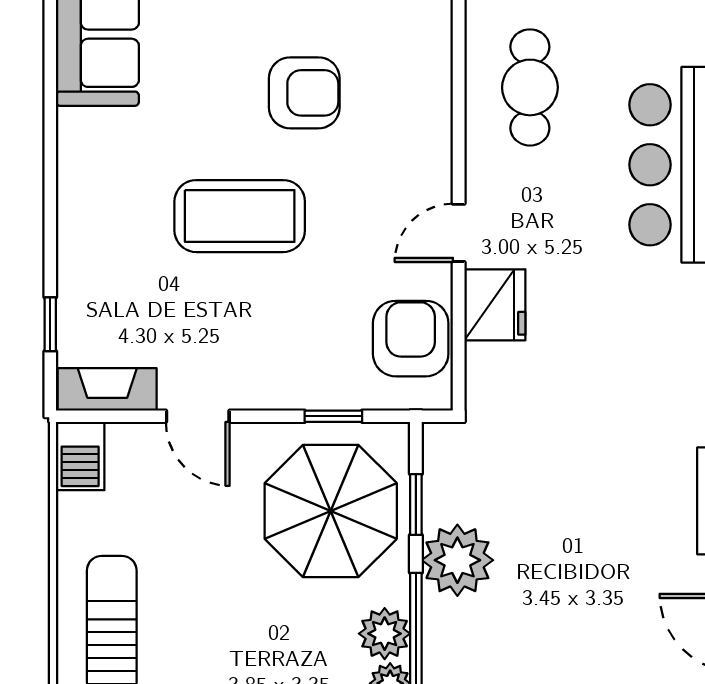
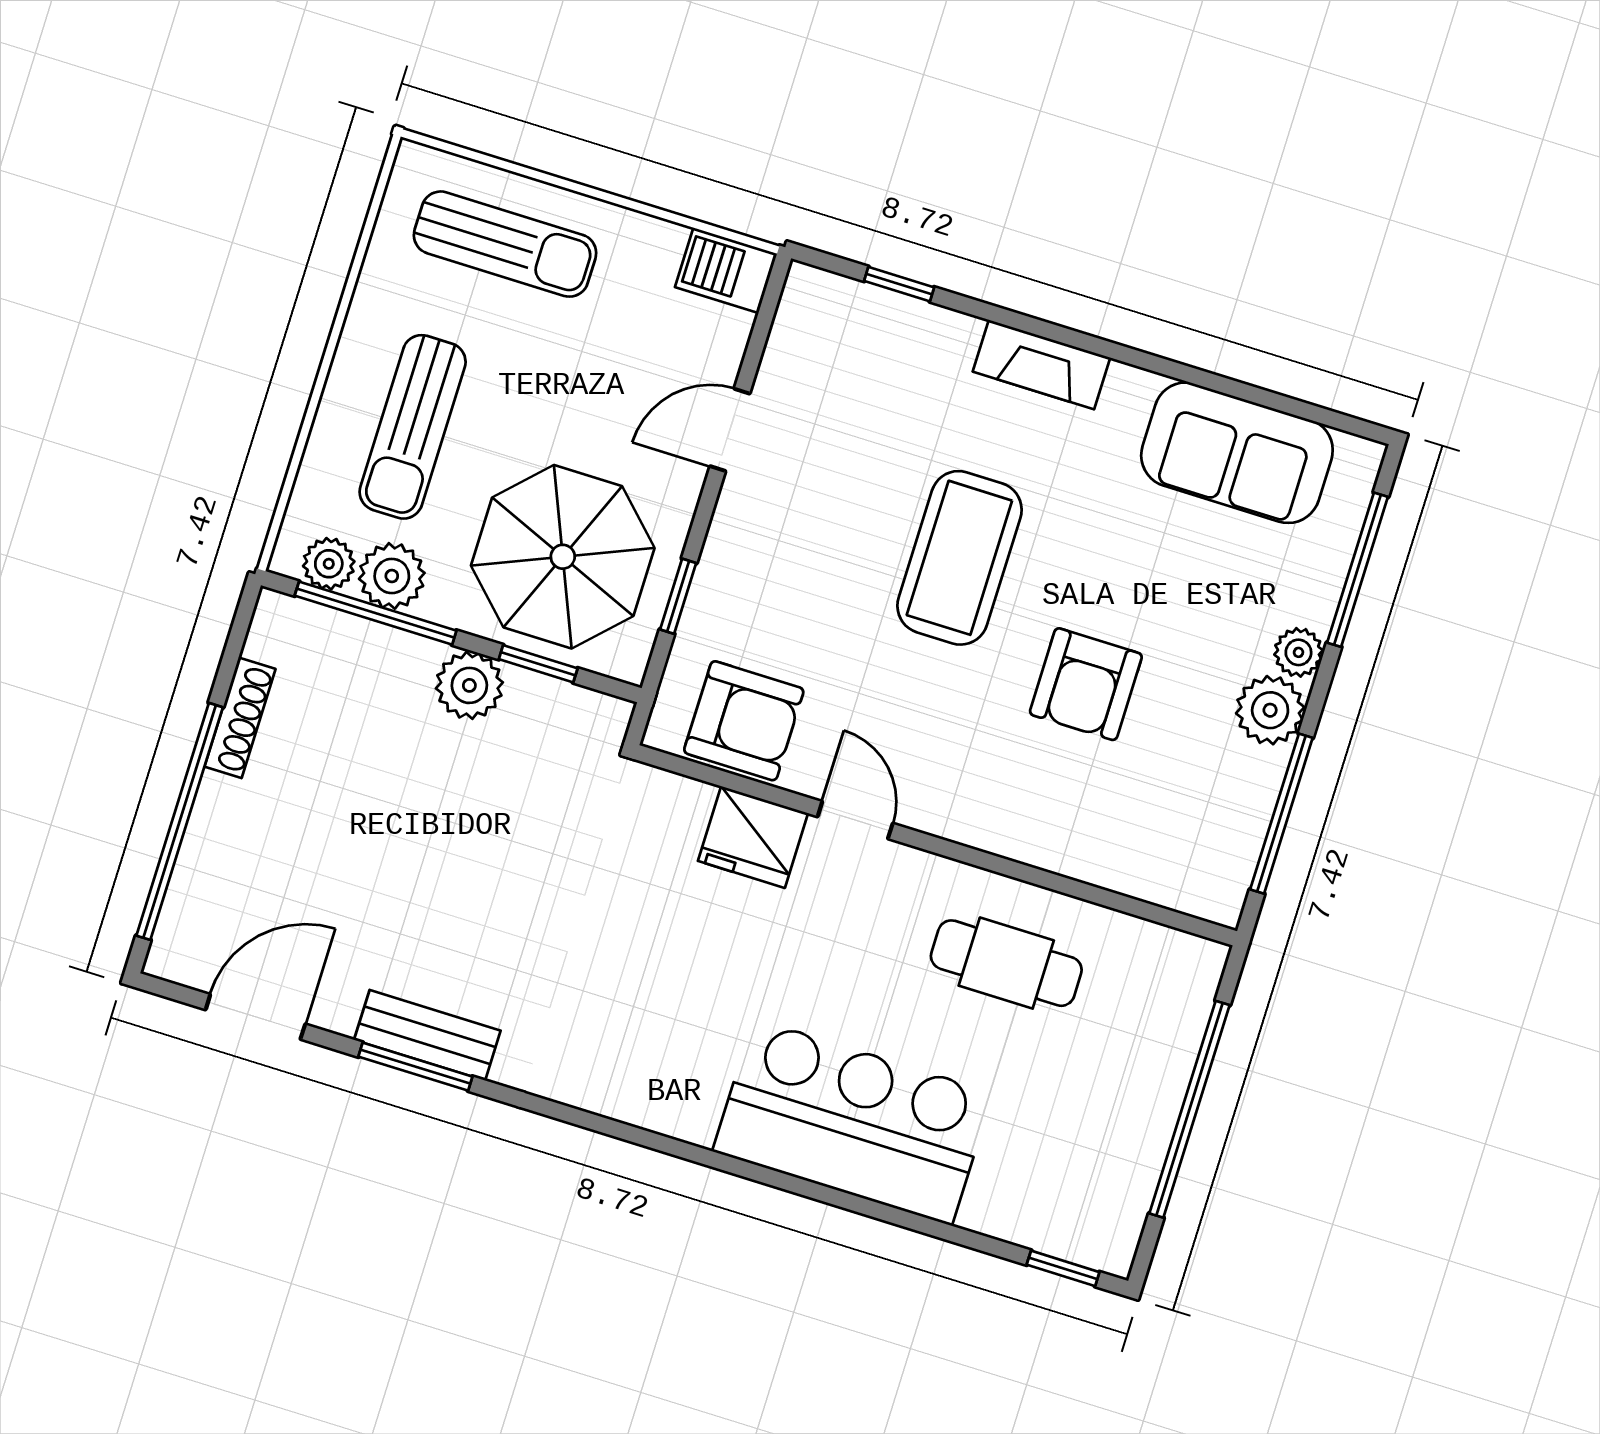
fireplace: (107, 389) -> (1041, 365), moved, turned 90
plant: (457, 560) -> (469, 685), width x0.73, depth x0.73
sun lounger: (269, 653) -> (413, 427), added

